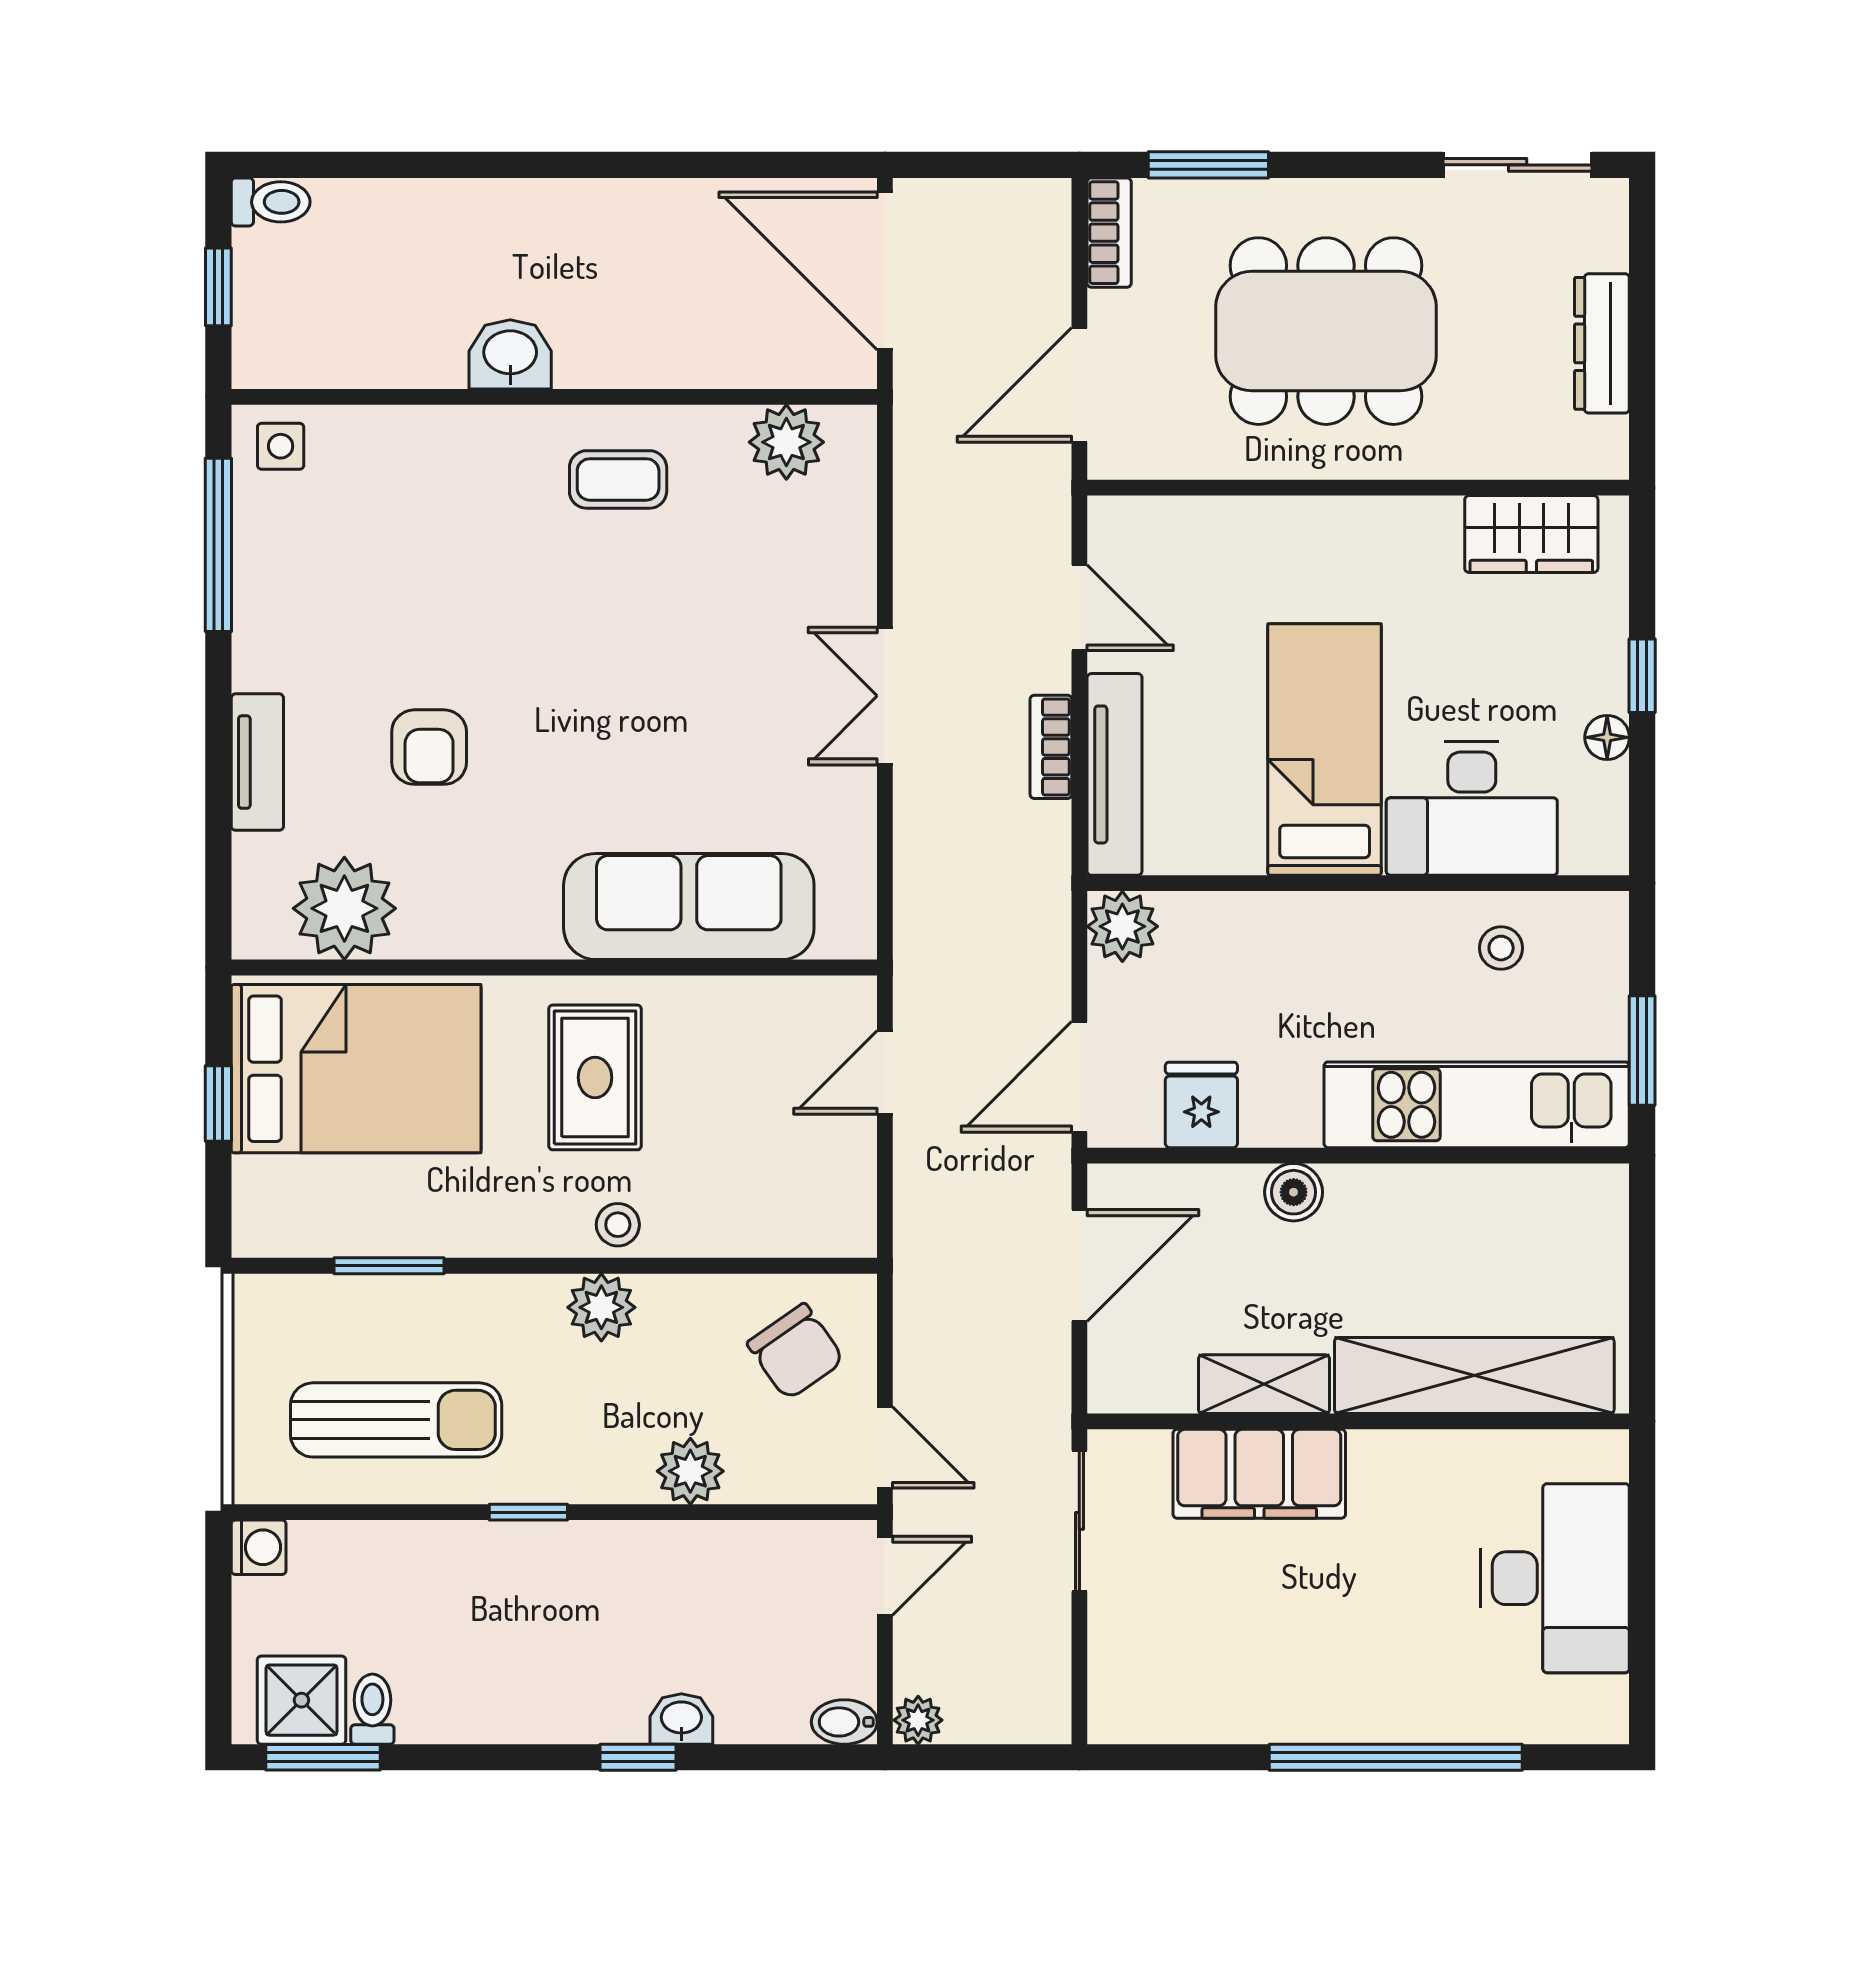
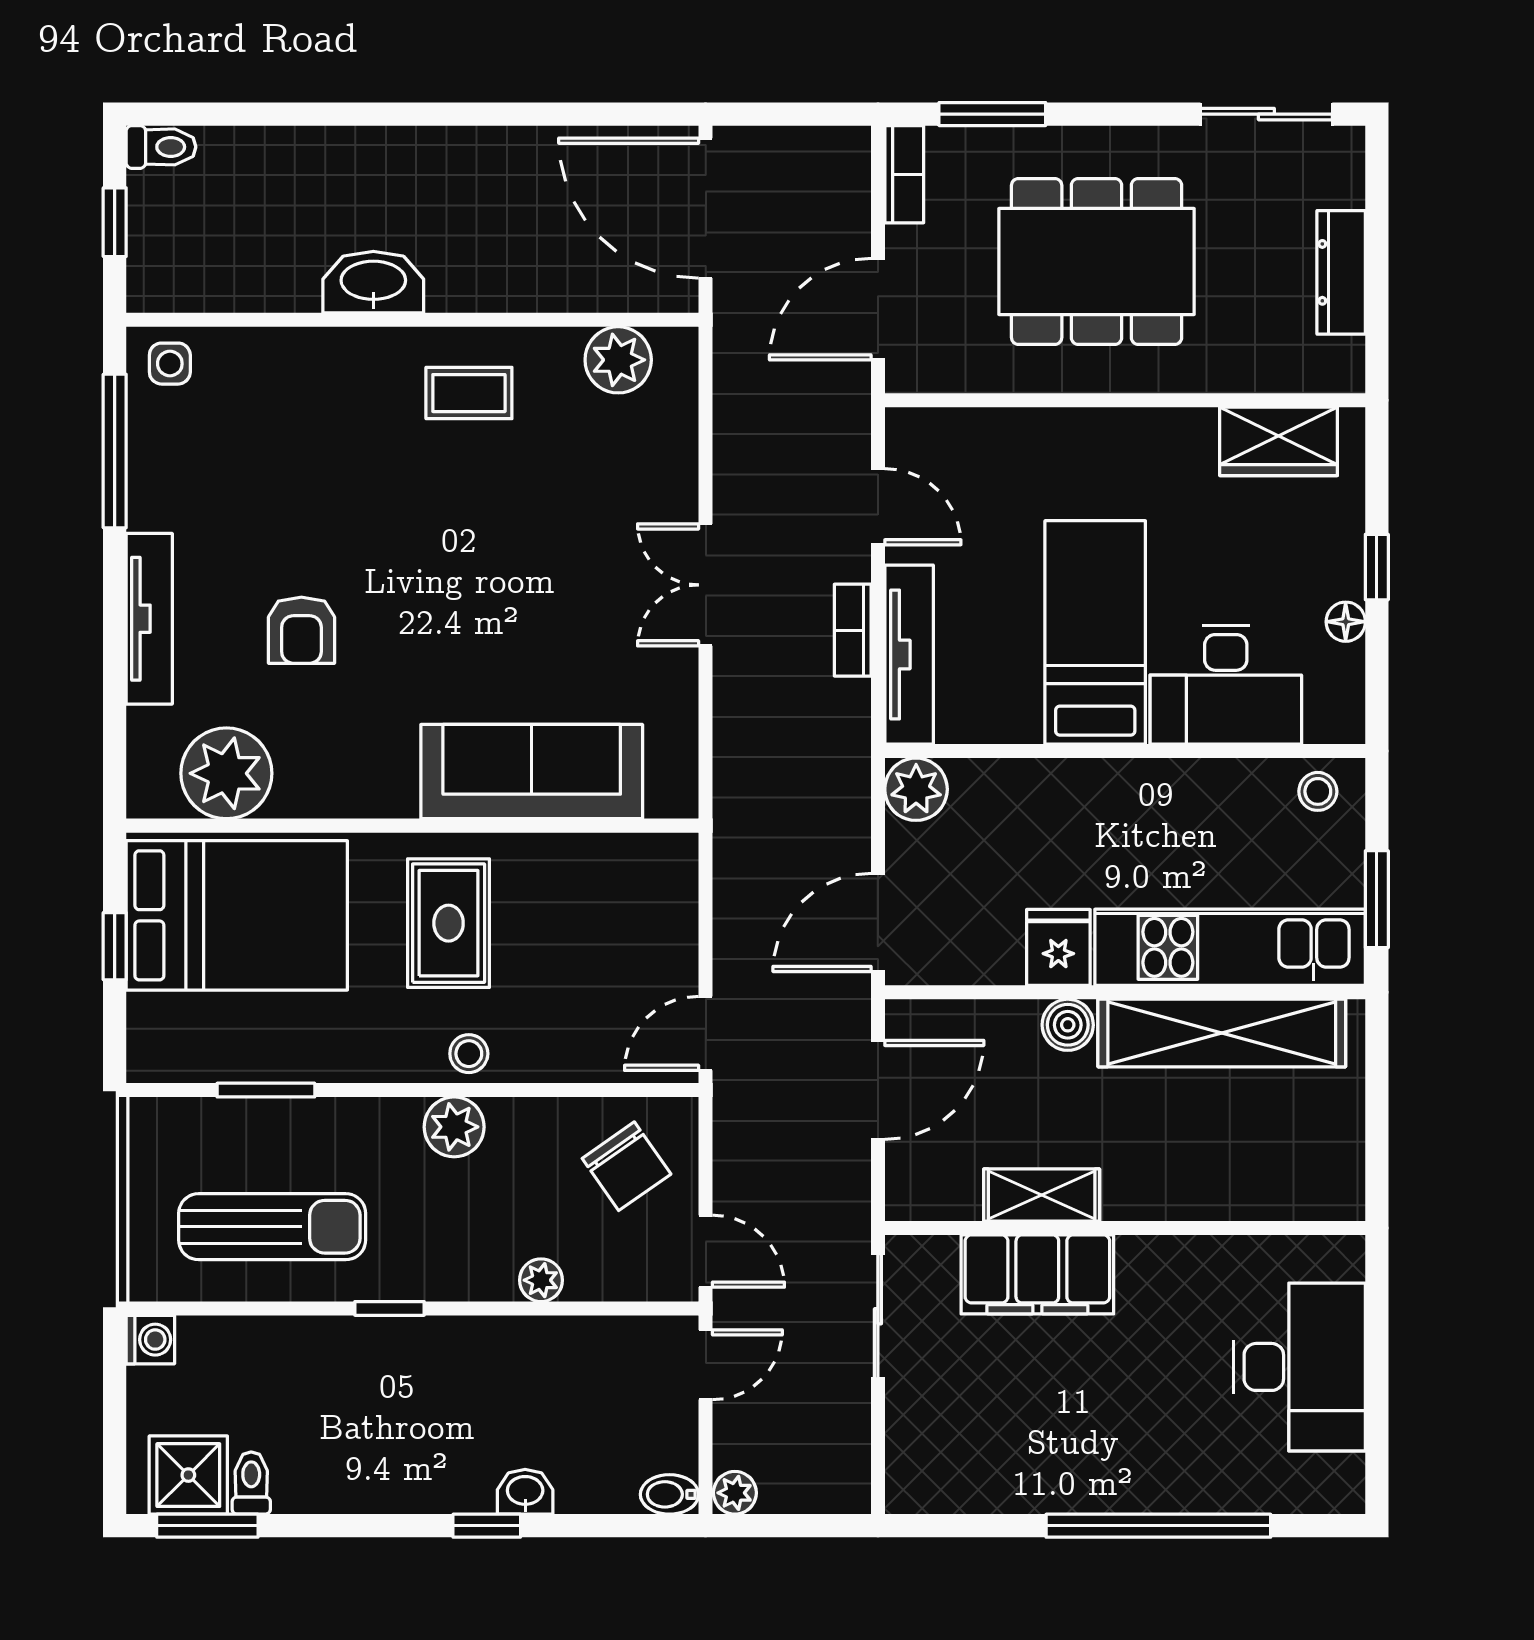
washbasin: (510, 354) -> (373, 282), width x1.38
tv unit: (257, 762) -> (149, 619), width x1.41
stool: (1501, 948) -> (1318, 791), moved
door: (885, 1072) -> (706, 1033), moved
fridge: (1201, 1105) -> (1058, 947), moved
shelving: (1474, 1376) -> (1222, 1033), moved
plant: (690, 1471) -> (541, 1280), width x0.73, depth x0.73

